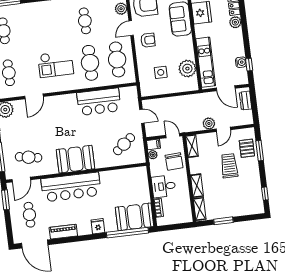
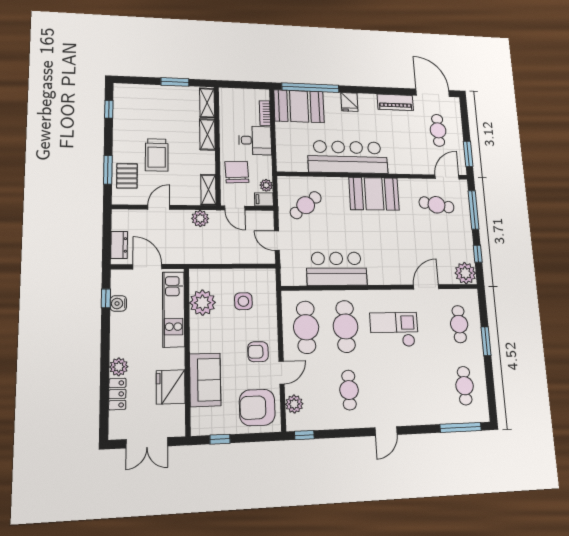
plant: (209, 124) -> (200, 218), moved
bar counter: (71, 187) -> (348, 157), moved

